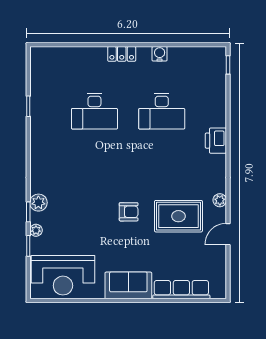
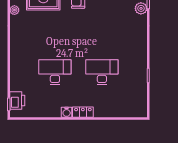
water cooler: (160, 54) -> (67, 112), moved
printer: (216, 141) -> (17, 101), moved

